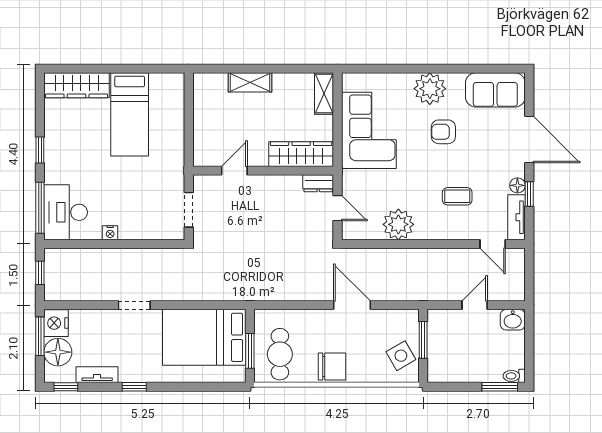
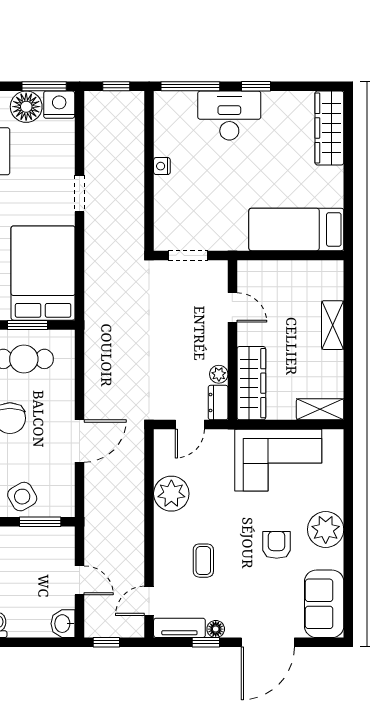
bed: (130, 114) -> (296, 229), moved
plant: (293, 183) -> (219, 374), added
desk: (66, 212) -> (229, 116), moved
window: (529, 282) -> (106, 642), added

